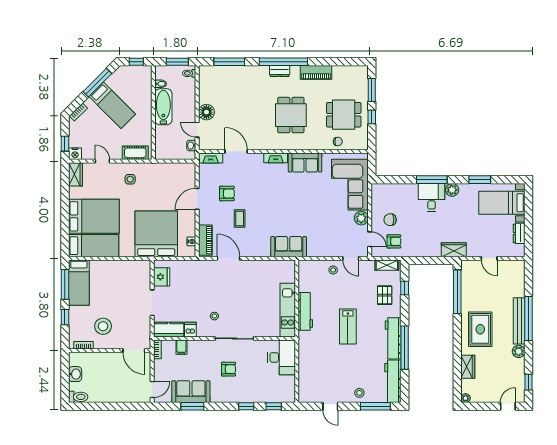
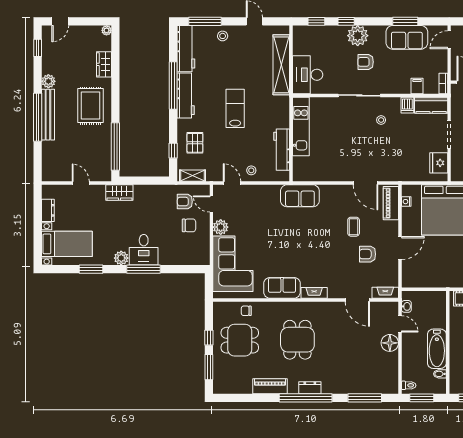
workbench: (305, 311) -> (282, 150), moved
shelving: (306, 366) -> (281, 65), added
plant: (236, 393) -> (358, 36), added

